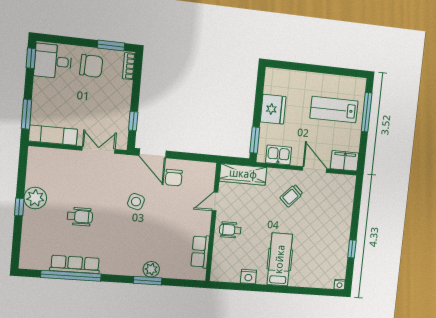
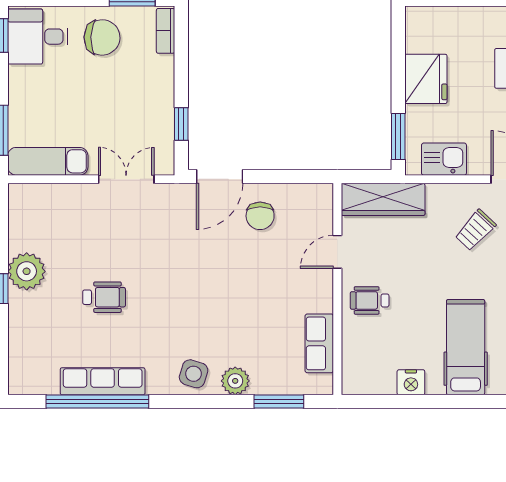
door: (153, 153) -> (220, 177), hinge flipped
side table: (136, 202) -> (194, 374), moved
window: (148, 281) -> (279, 402), moved

